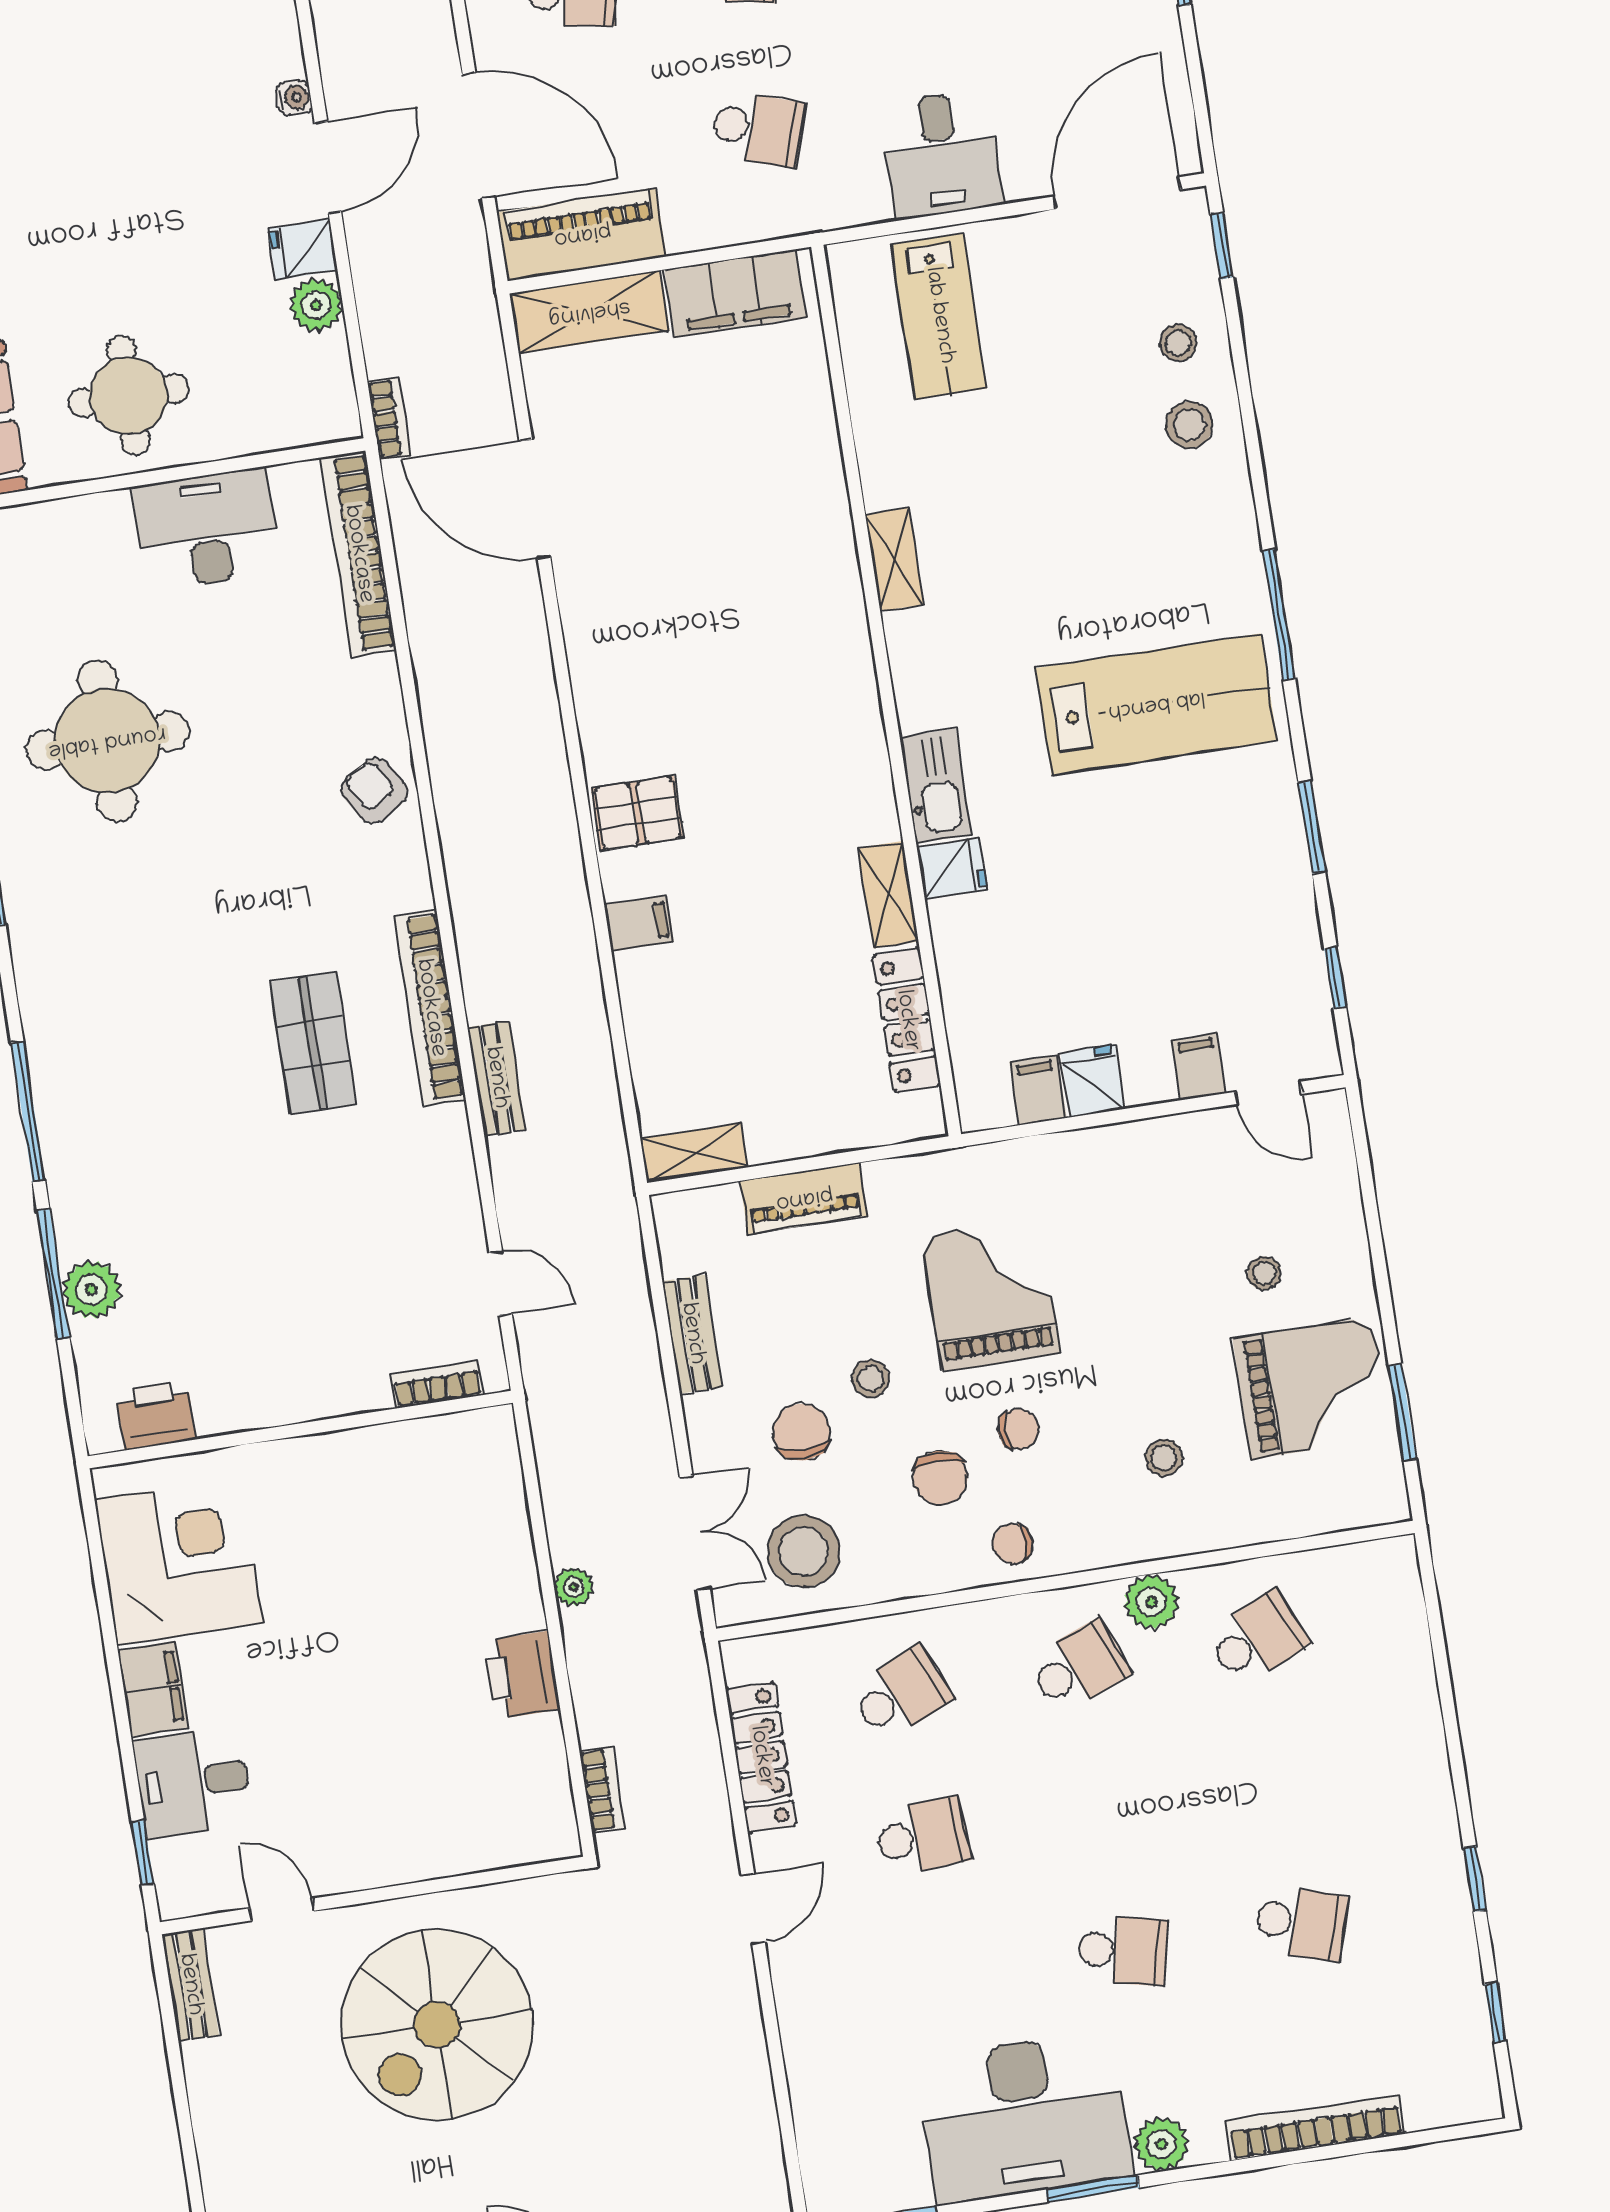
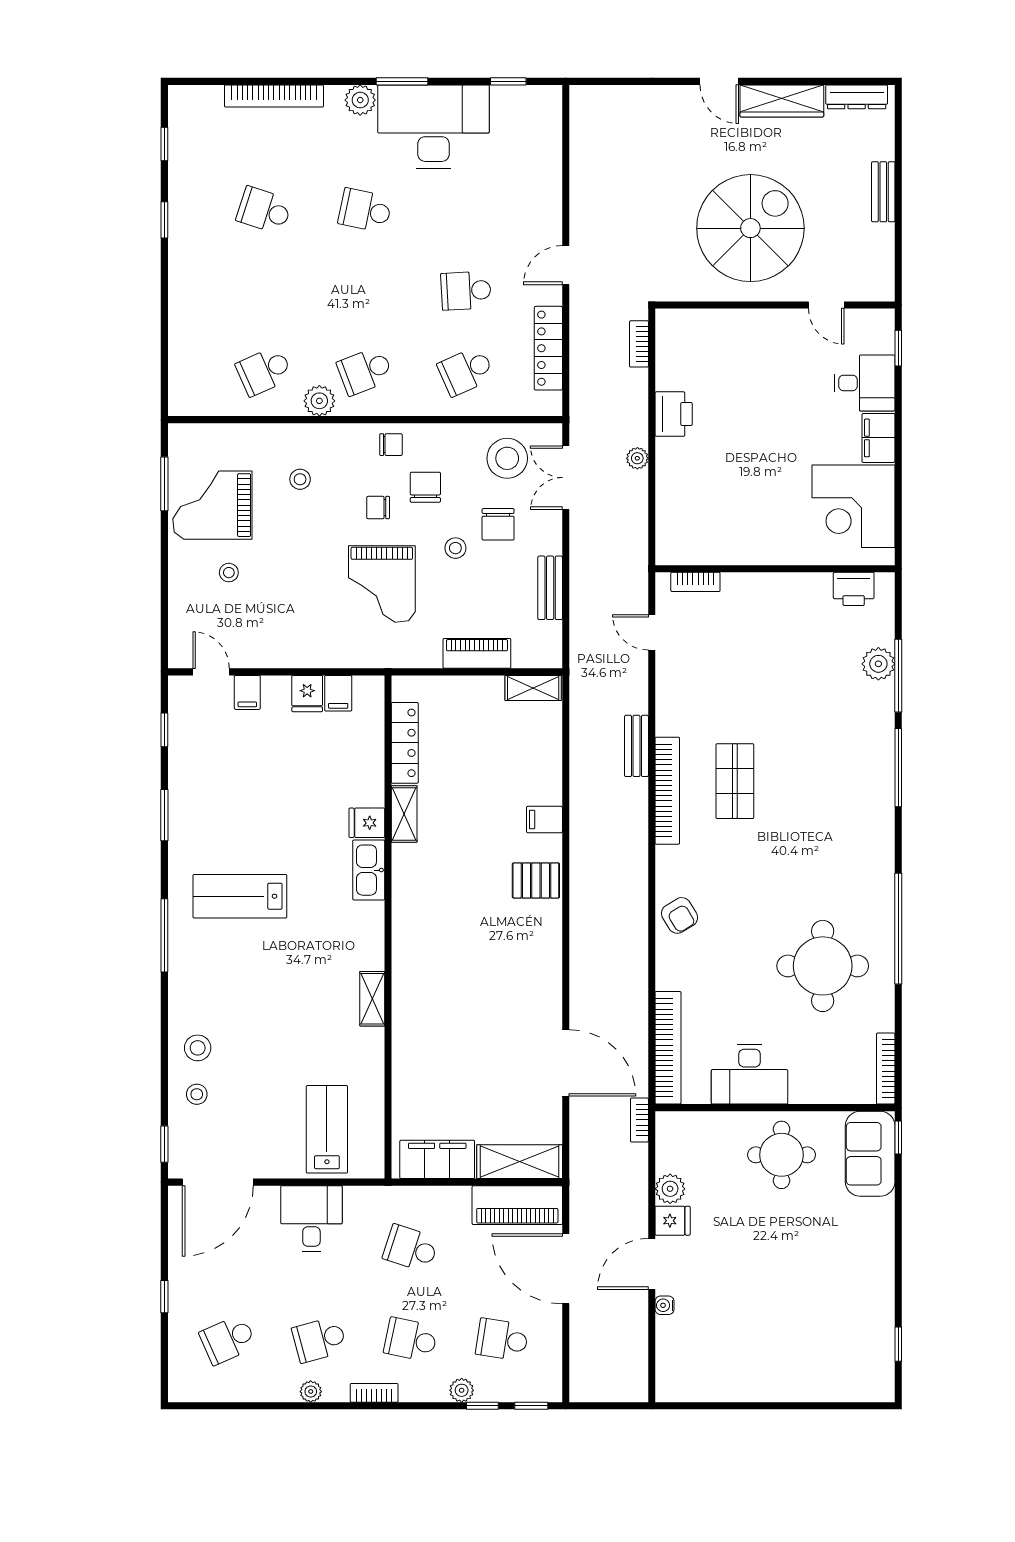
lab bench: (1156, 704) -> (240, 896), width x0.73, depth x0.72
bench: (190, 1985) -> (883, 192), moved

